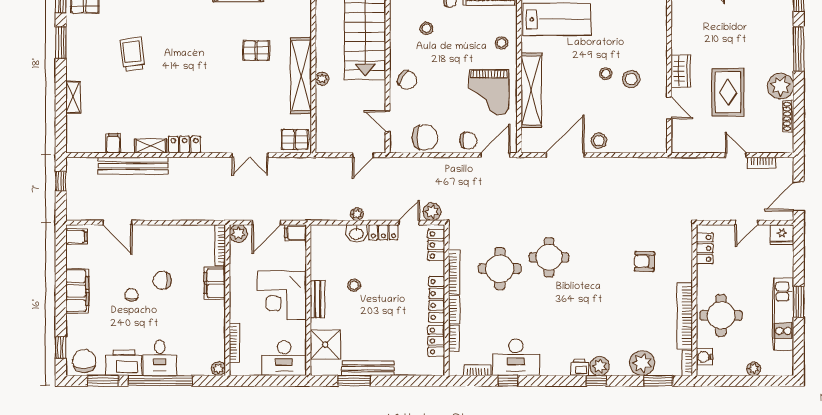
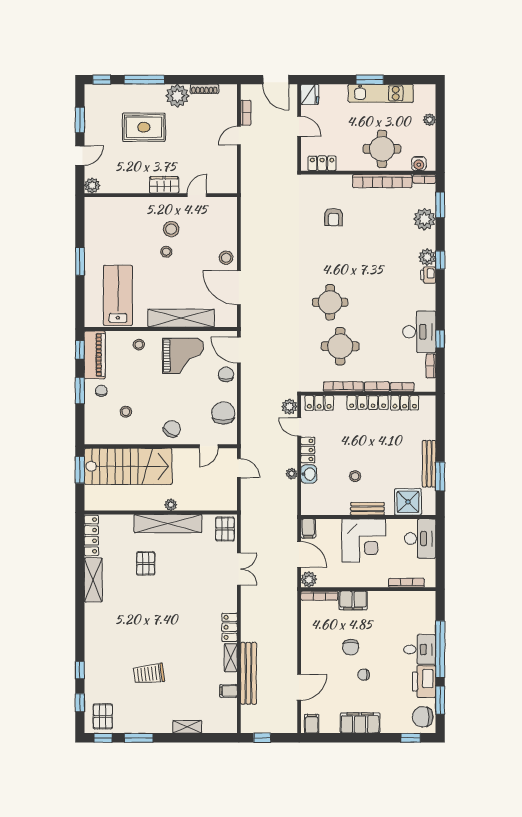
rug: (728, 92) -> (144, 127), moved
plant: (218, 369) -> (429, 597), removed

